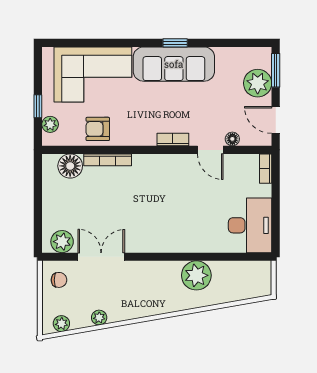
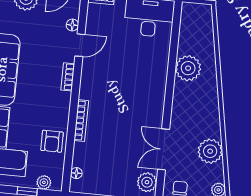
bookcase: (108, 160) -> (81, 121), moved
floor lamp: (70, 166) -> (76, 173), width x0.53, depth x0.53
plant: (99, 318) -> (210, 151), width x1.88, depth x1.88

